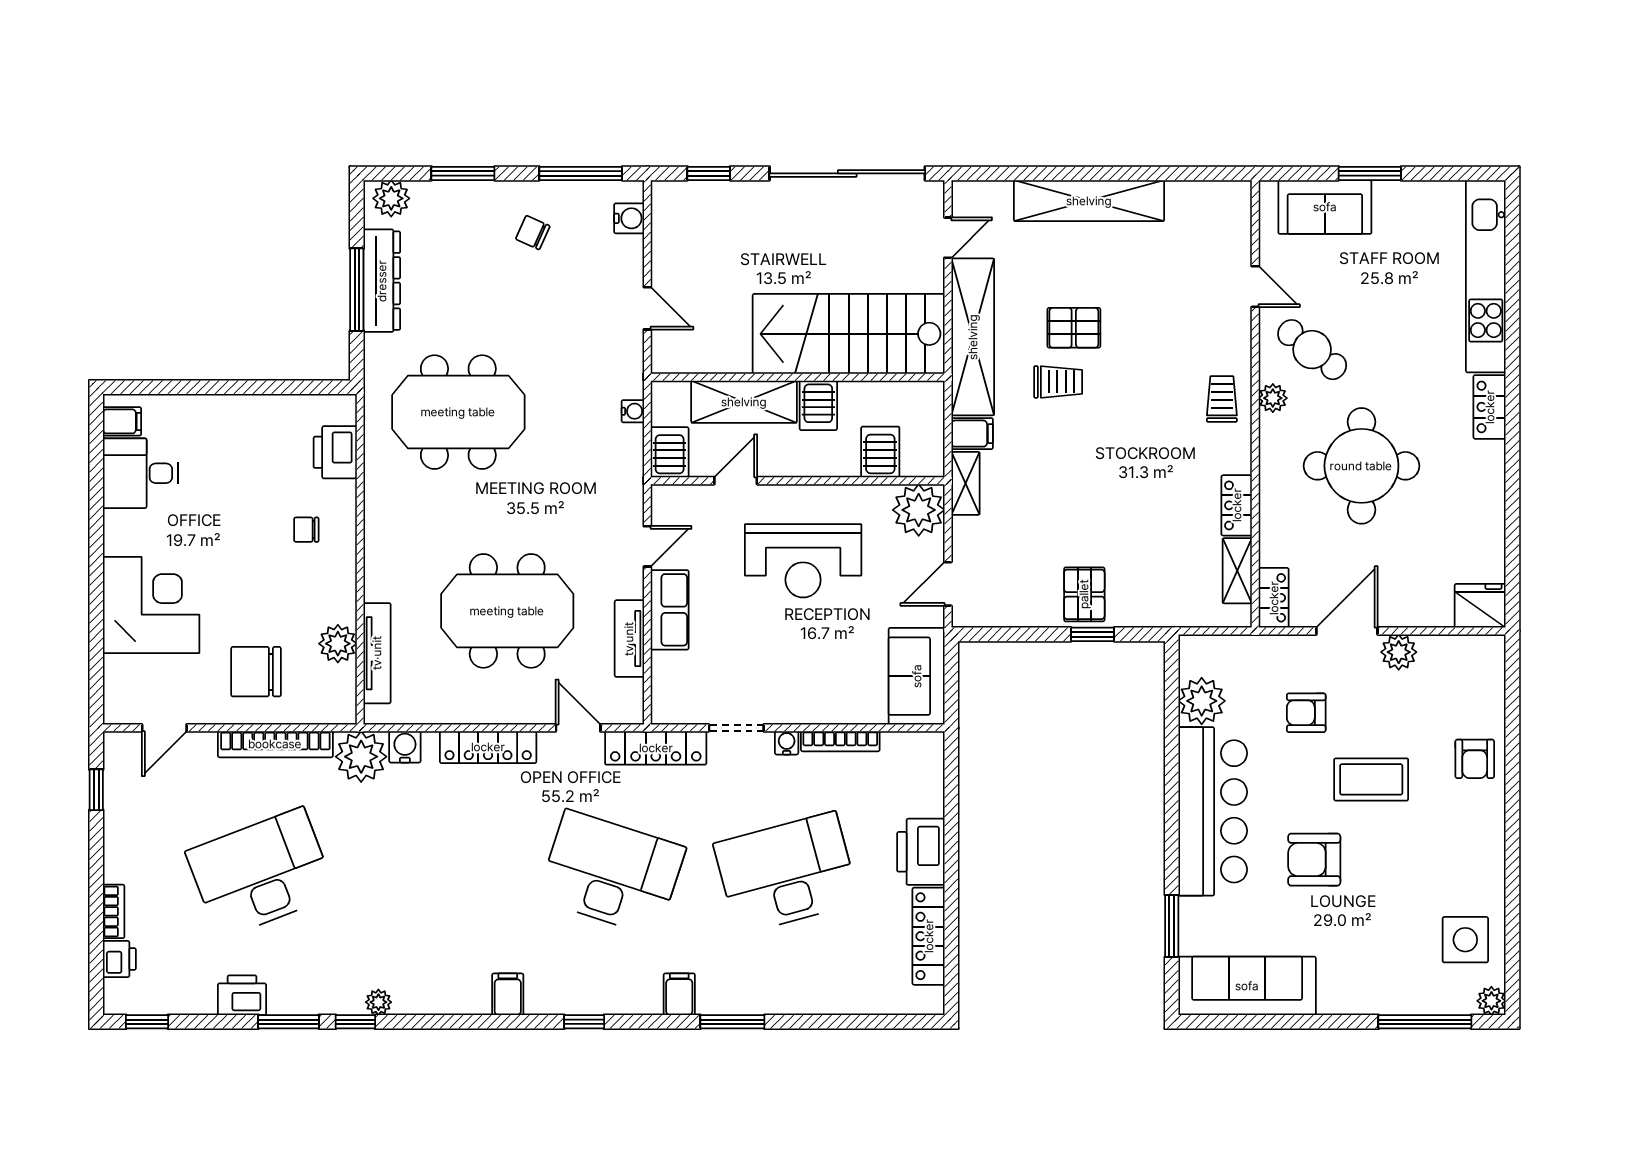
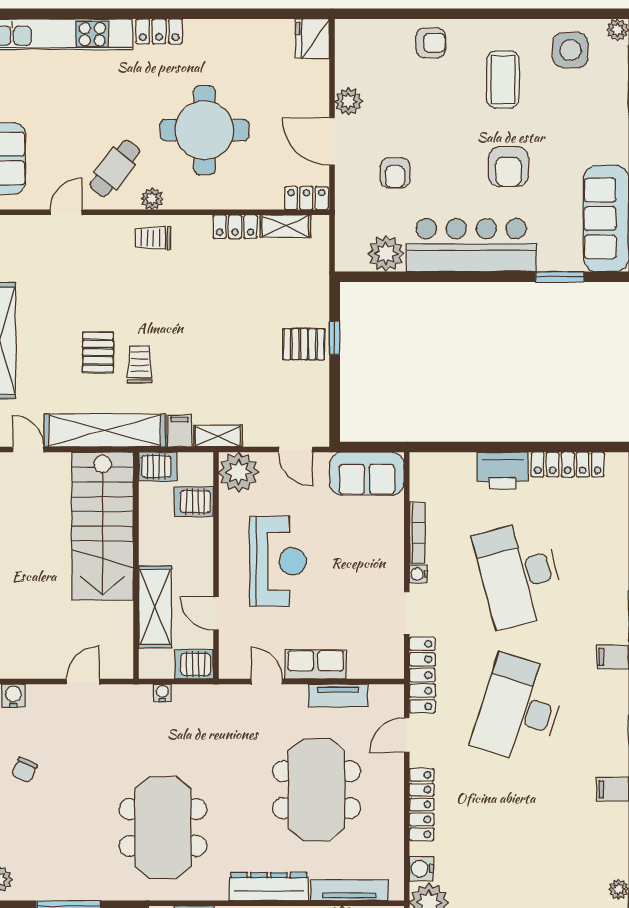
dresser: (382, 281) -> (269, 887), moved
server rack: (818, 405) -> (158, 467), moved
coffee table: (1371, 779) -> (503, 79), moved

